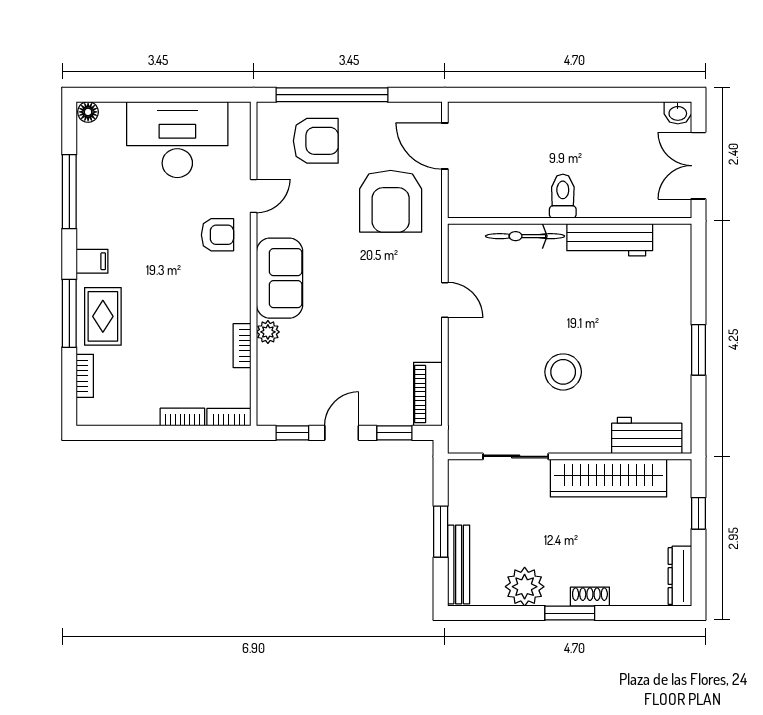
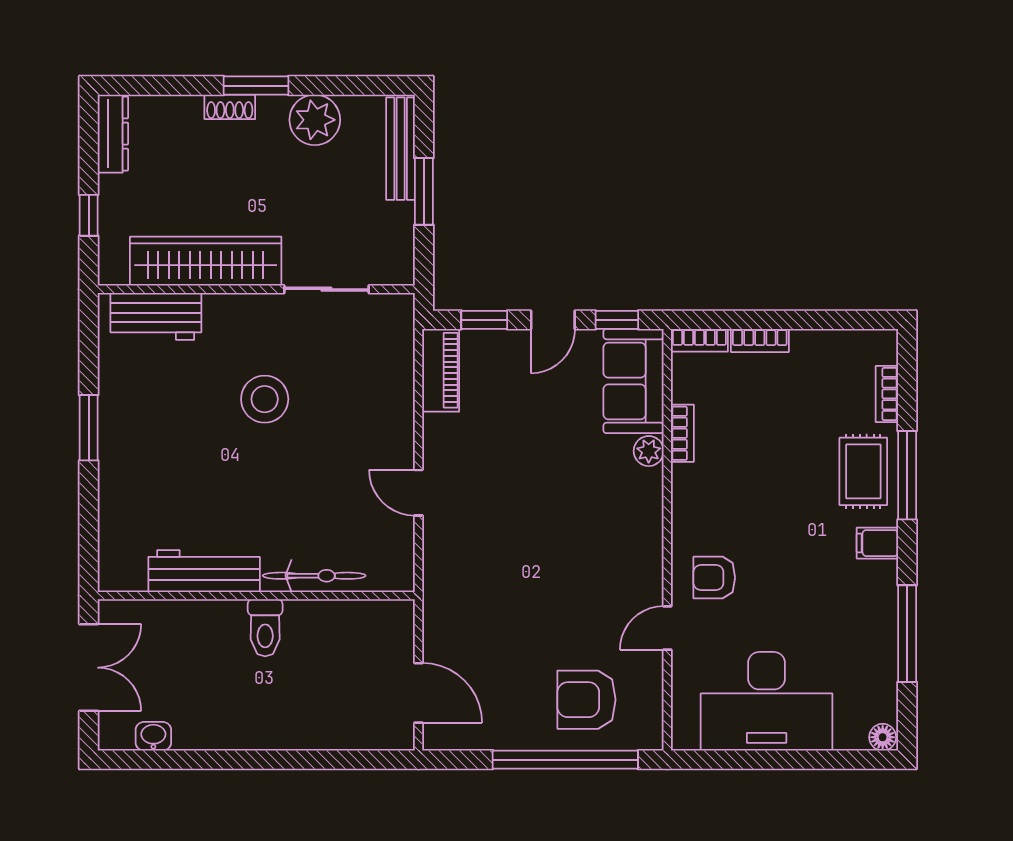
washbasin: (678, 113) -> (153, 736), moved
armchair: (391, 201) -> (489, 621), removed
sofa: (280, 278) -> (634, 381), moved

